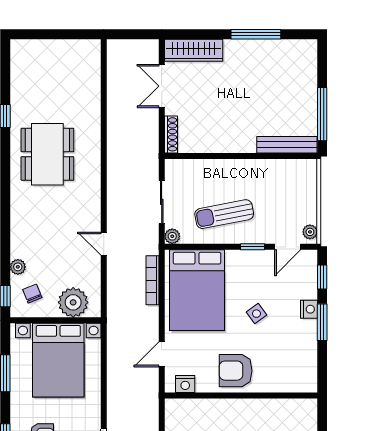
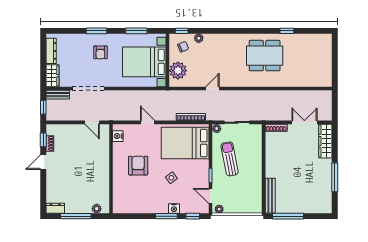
nightstand: (185, 384) -> (118, 136), moved
wall: (241, 396) -> (111, 169), moved

